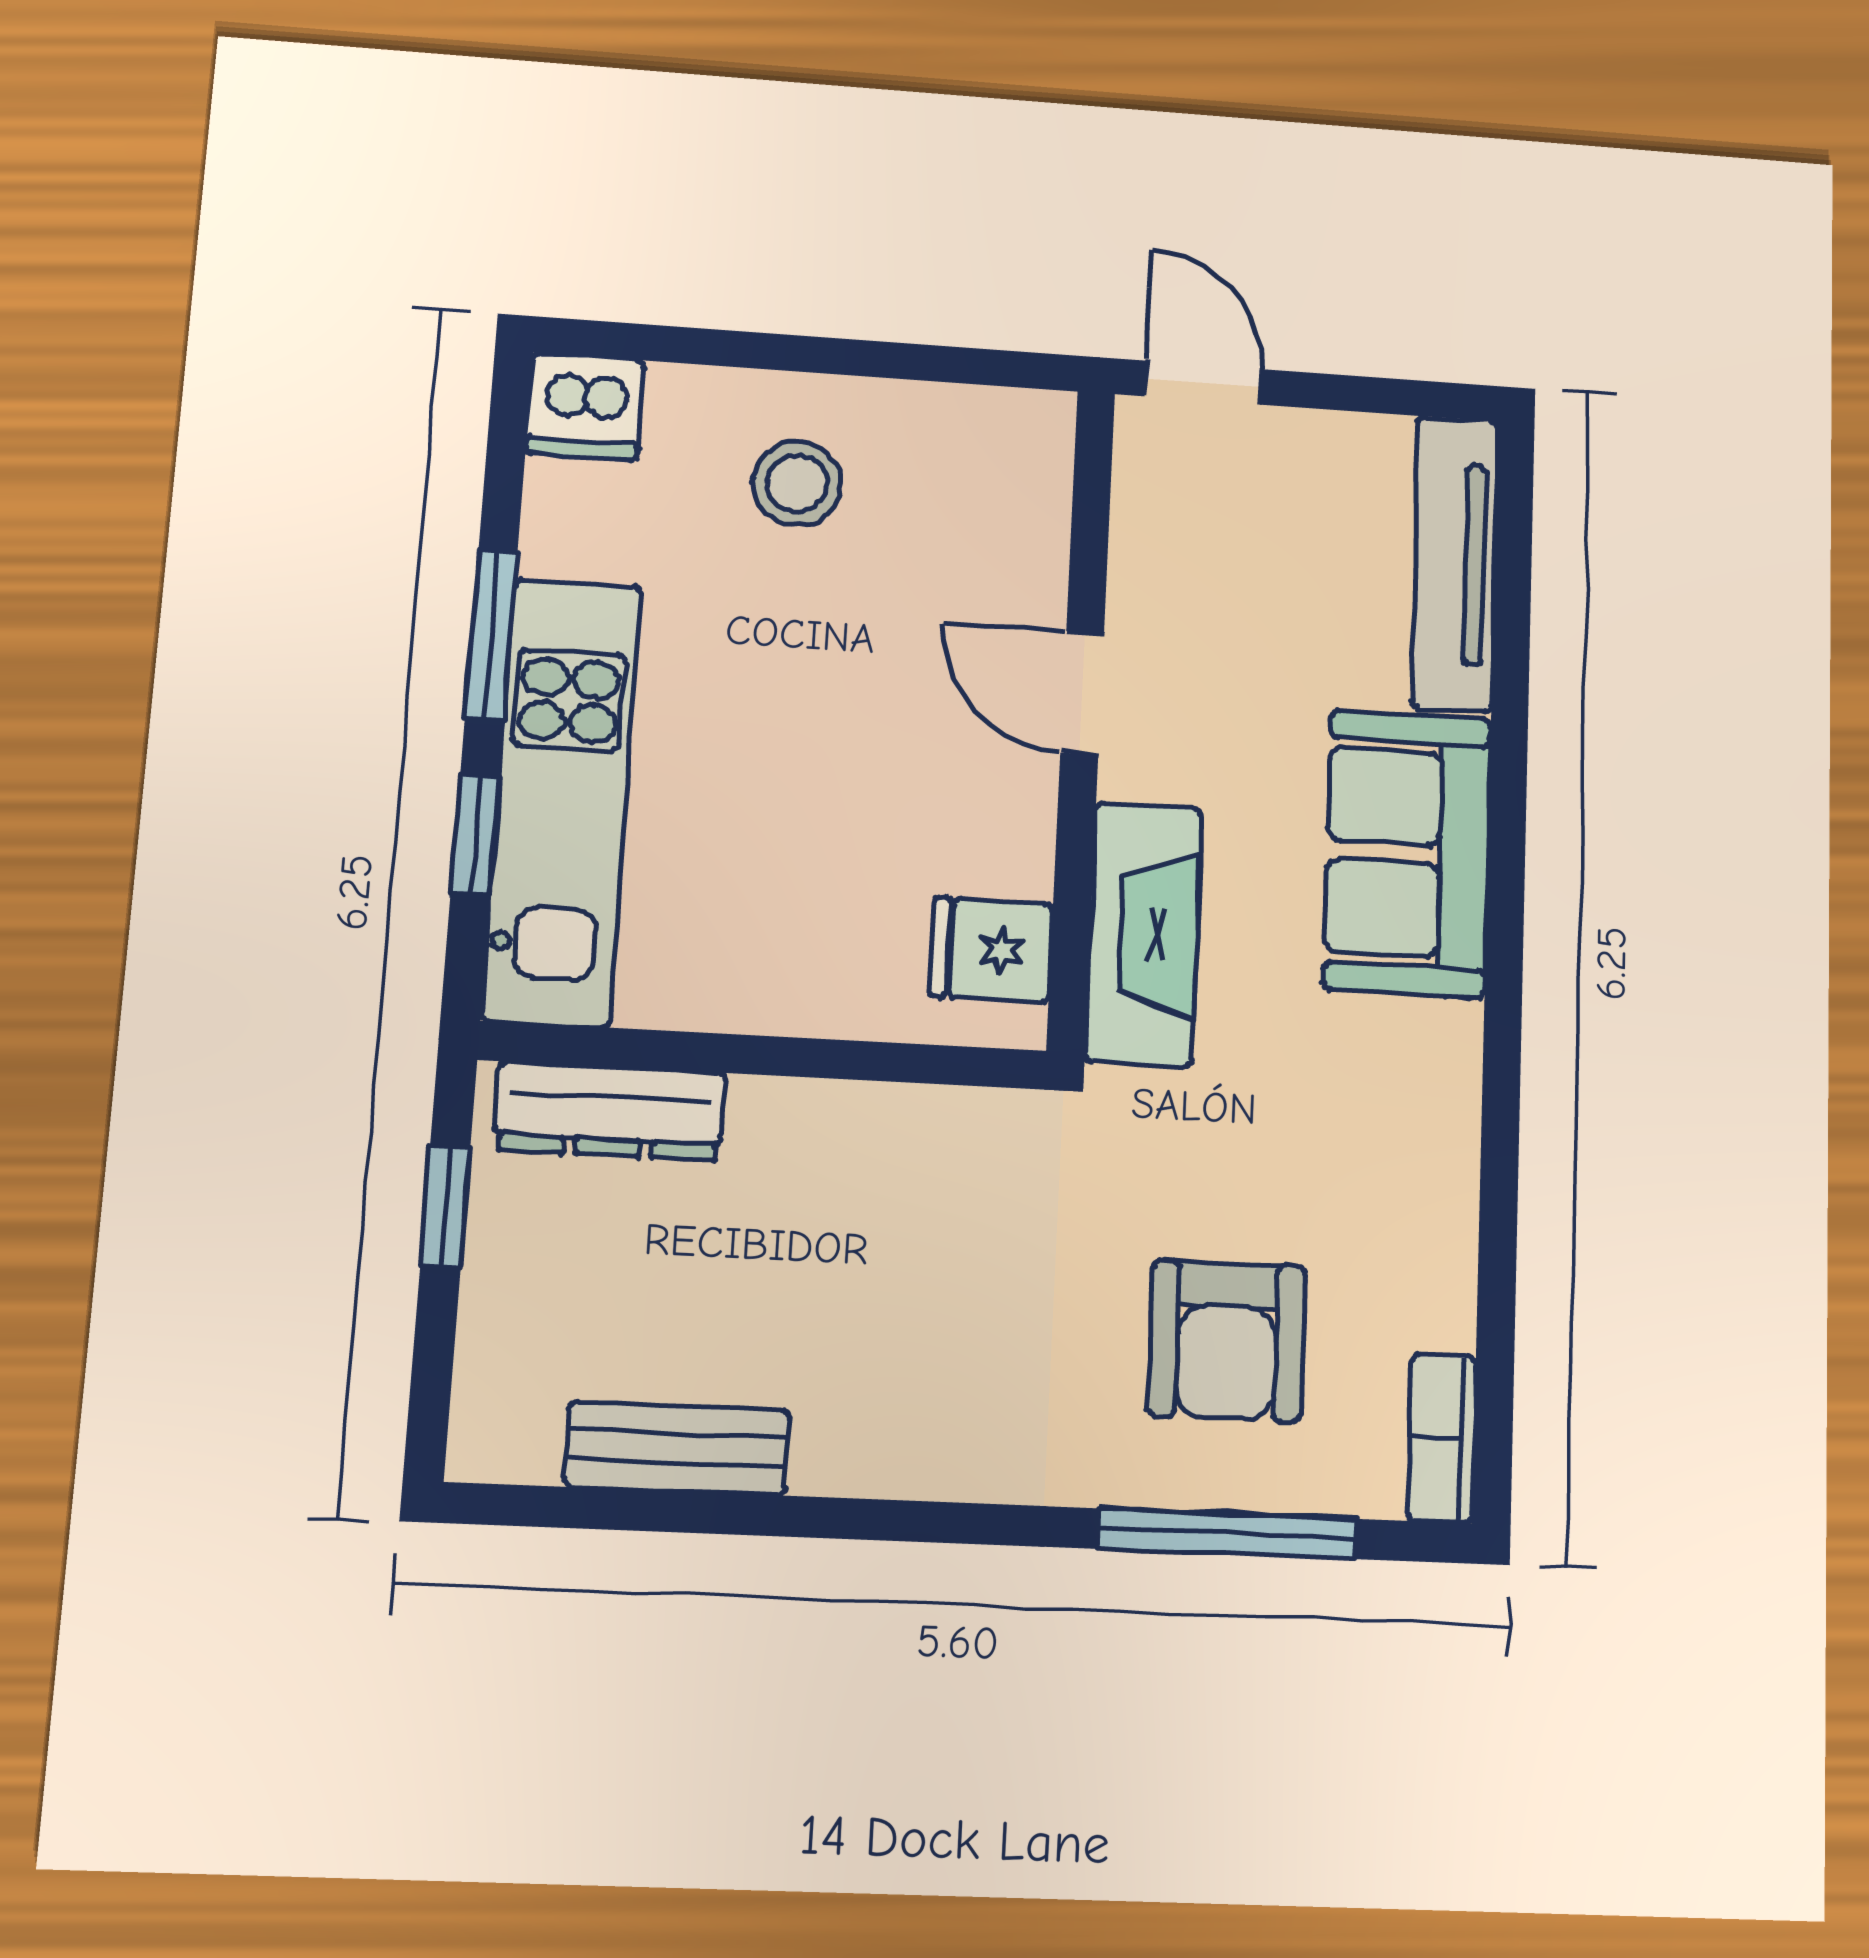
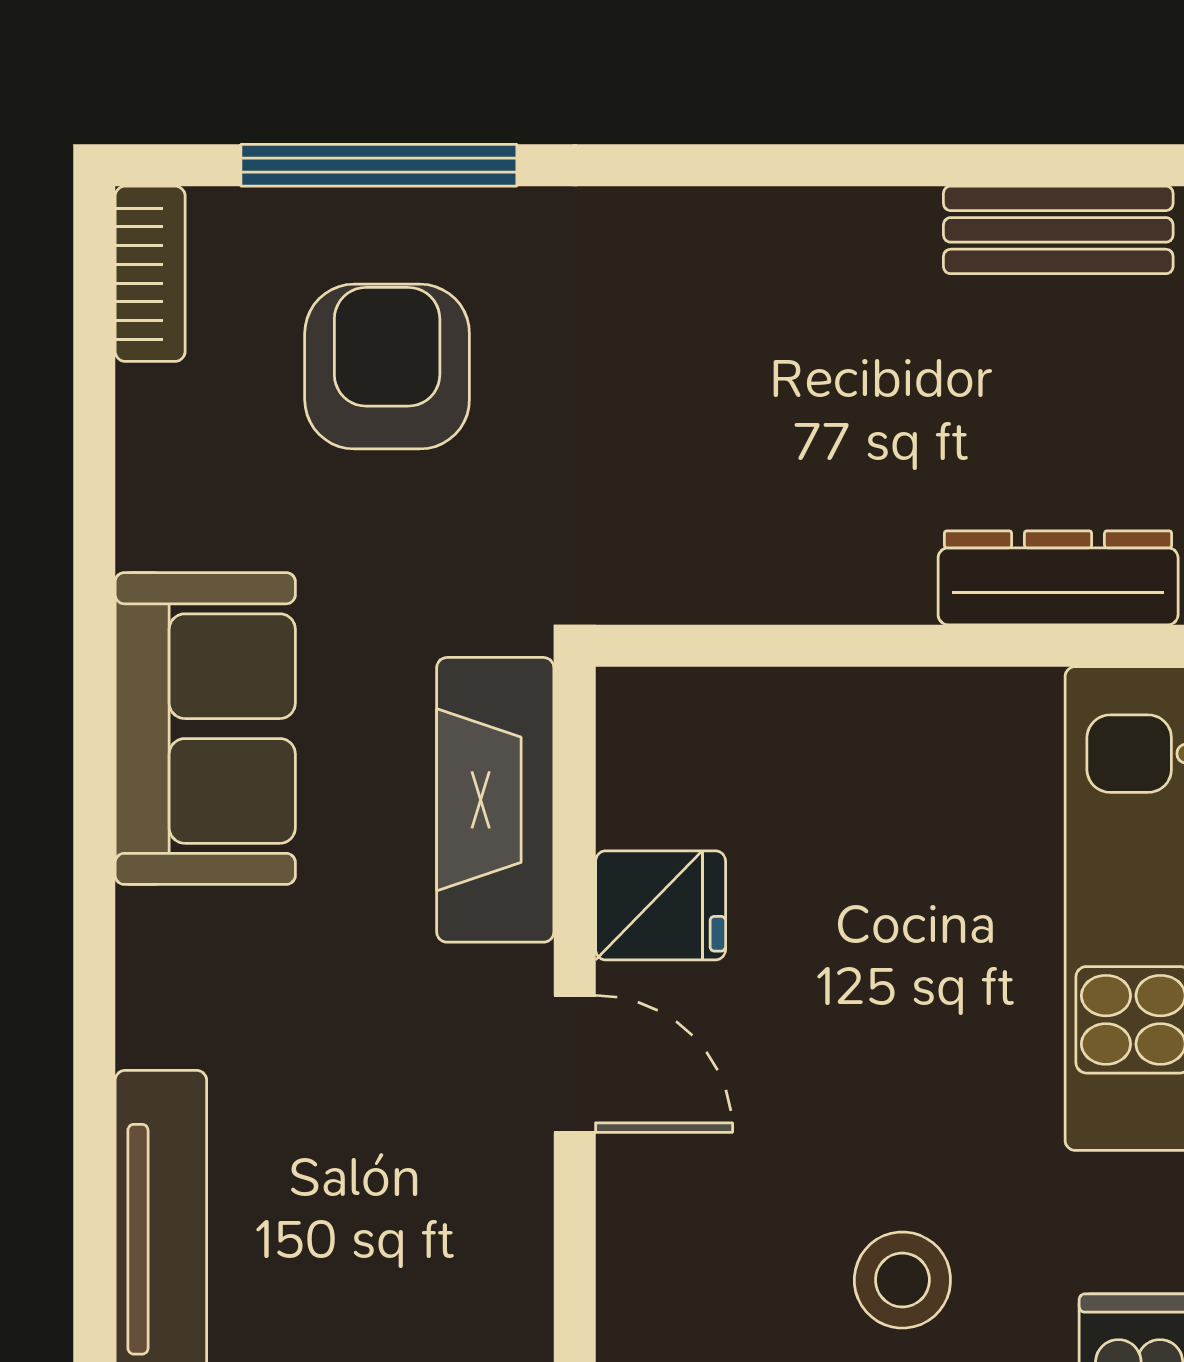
sofa: (1408, 853) -> (205, 729), moved
fridge: (991, 950) -> (661, 905), moved
bench: (678, 1448) -> (1058, 230), moved

